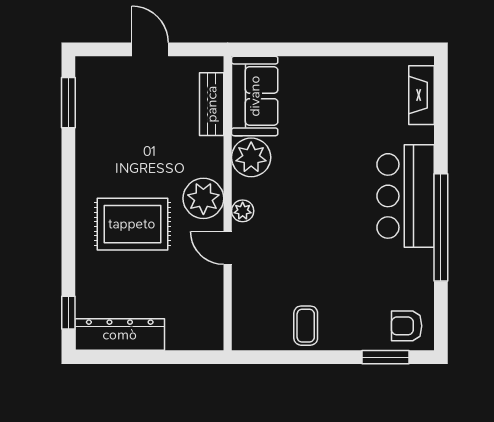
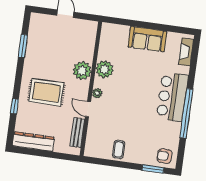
sofa: (255, 96) -> (147, 39), moved, turned 90
window: (68, 103) -> (23, 46), moved
bench: (212, 104) -> (77, 133), moved
plant: (203, 198) -> (82, 71), moved
window: (68, 313) -> (14, 106), moved

